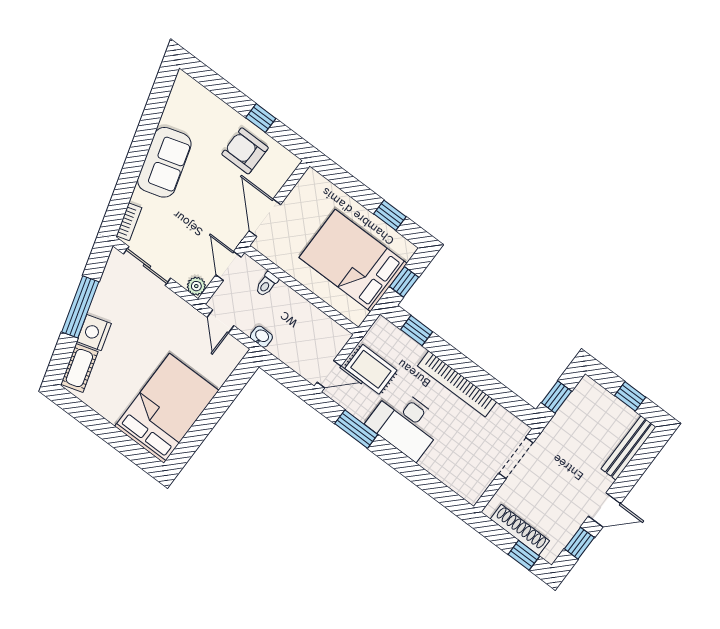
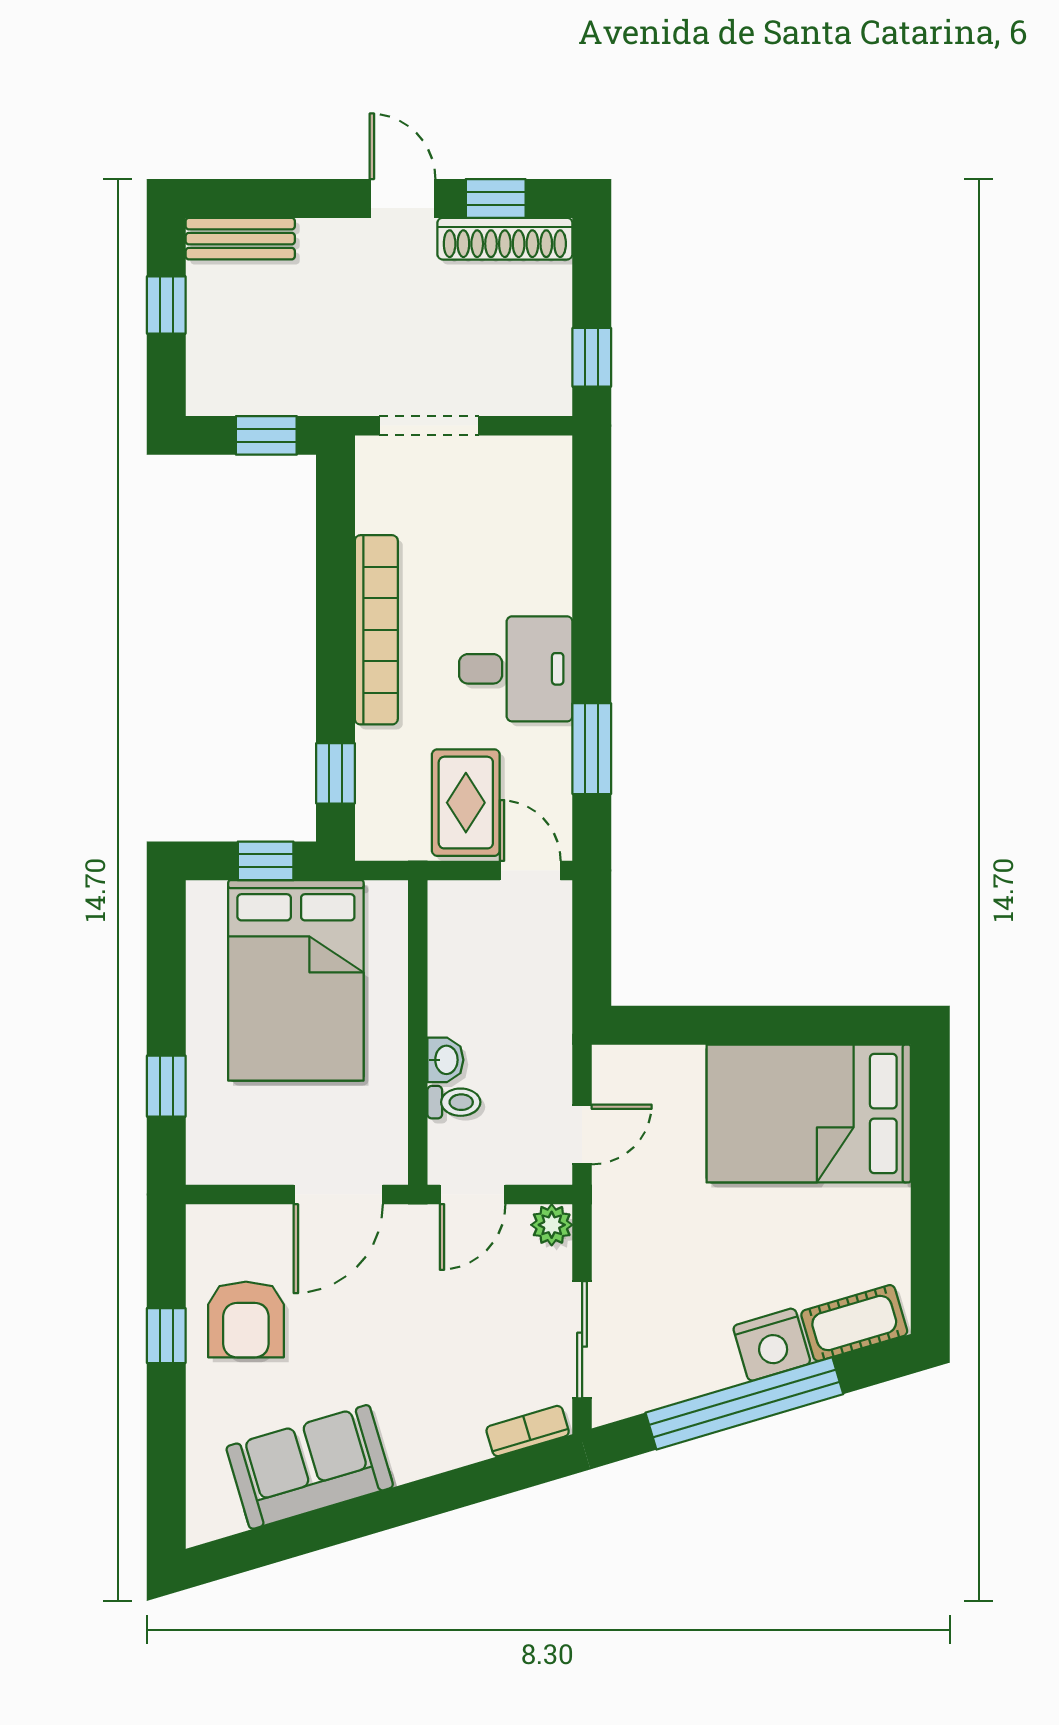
sofa: (164, 162) -> (310, 1467), moved
window: (390, 215) -> (166, 1086), moved
window: (80, 307) -> (744, 1403), width x1.46
washbasin: (261, 337) -> (445, 1060), moved, turned 180
desk: (405, 423) -> (516, 669), width x0.73
bench: (629, 448) -> (240, 239), width x0.73
shoe rack: (520, 530) -> (505, 239), moved, turned -90
window: (524, 555) -> (592, 357), moved

